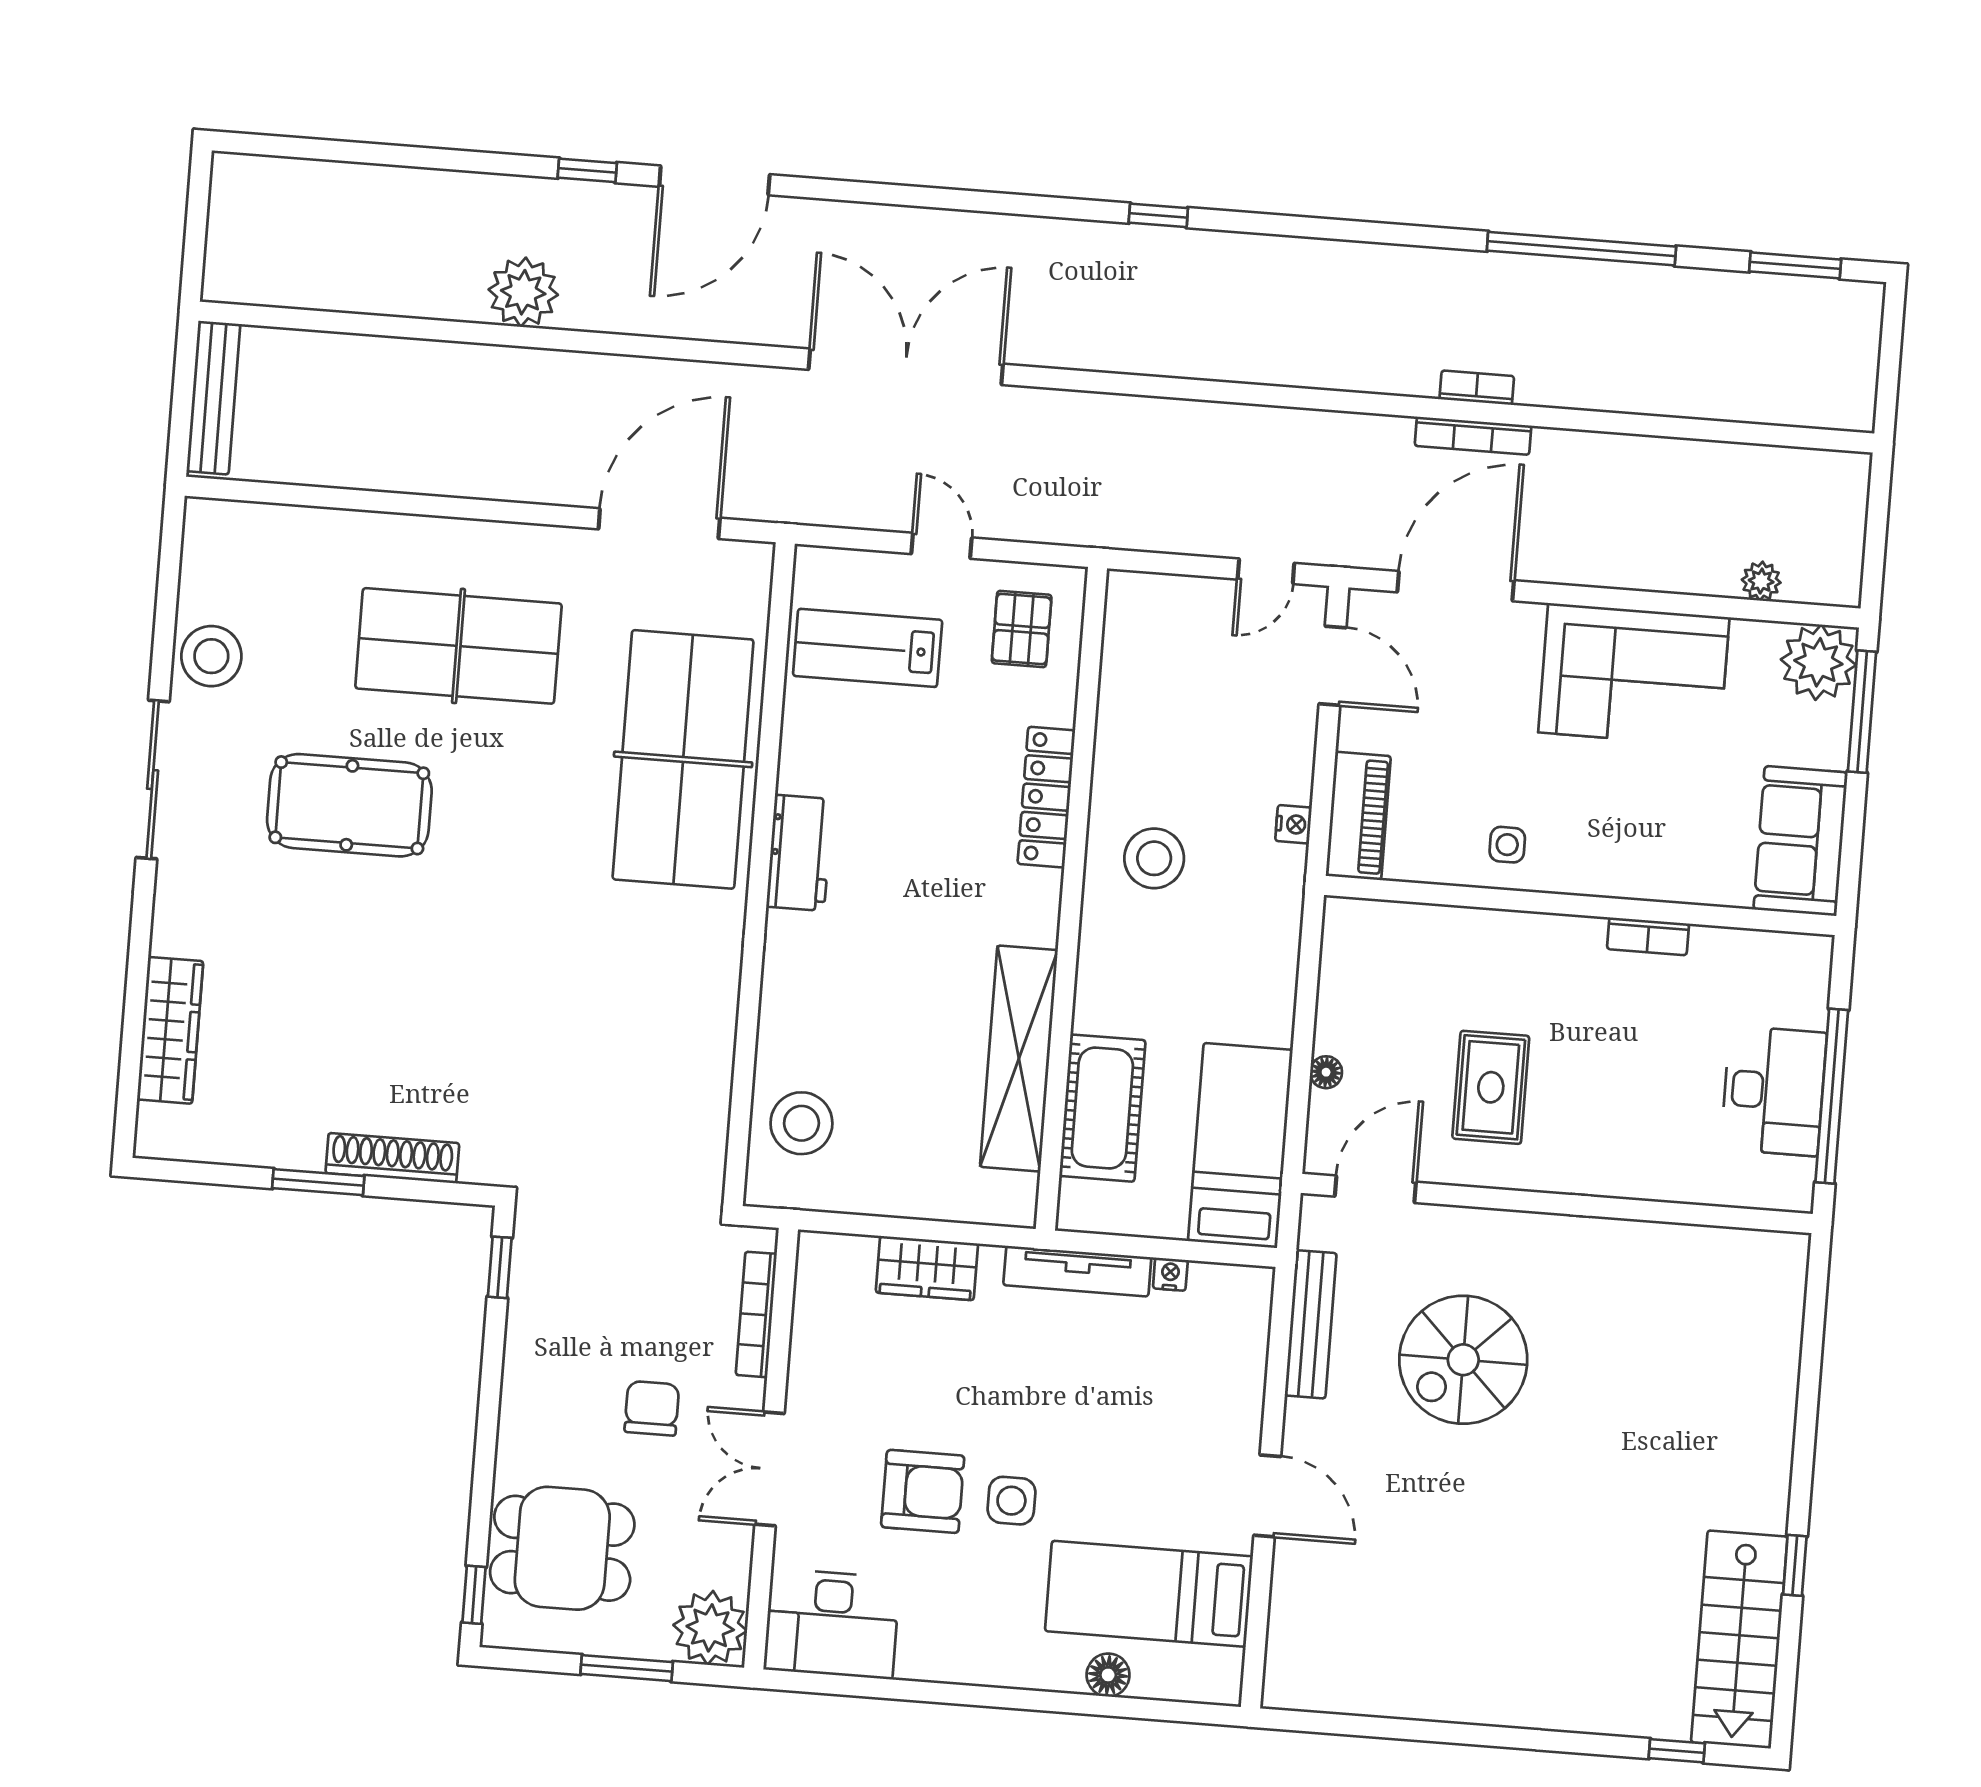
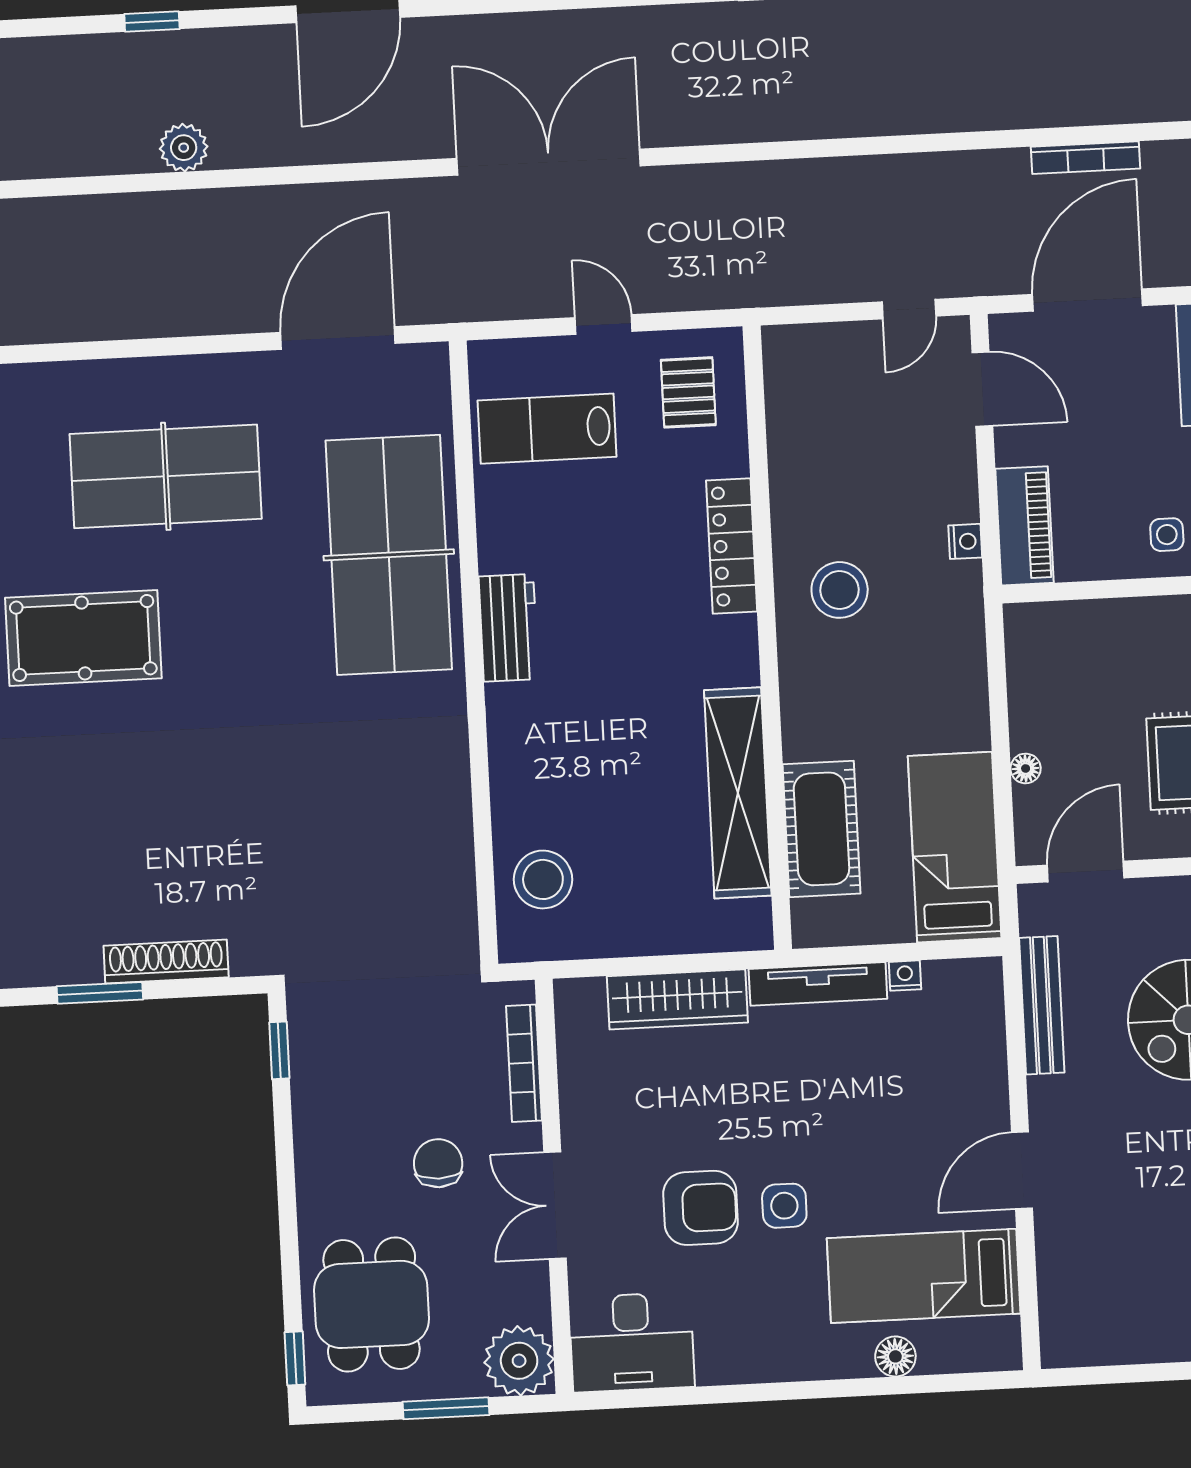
window: (587, 170) -> (152, 22), moved
plant: (523, 292) -> (184, 148), width x0.73, depth x0.73
bookcase: (1477, 388) -> (1083, 112), removed
wardrobe: (927, 1268) -> (677, 999), width x1.50
door: (1267, 1496) -> (1022, 1170), swing flipped
dining table: (562, 1548) -> (372, 1304), turned 90

